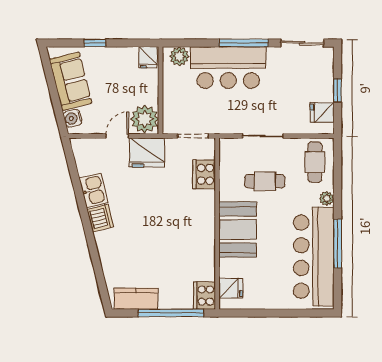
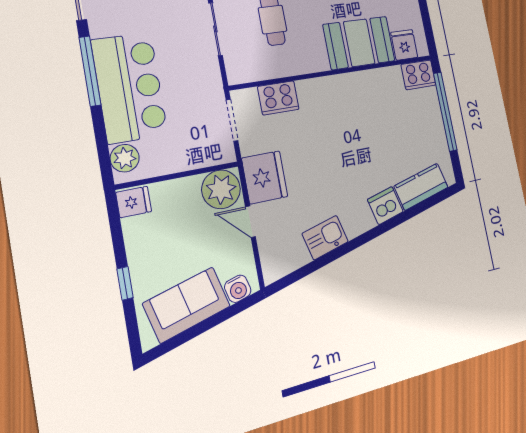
dishwasher: (100, 218) -> (385, 206), moved
booth: (238, 230) -> (359, 43), moved
kitchen counter: (136, 299) -> (421, 187), moved, turned 76

